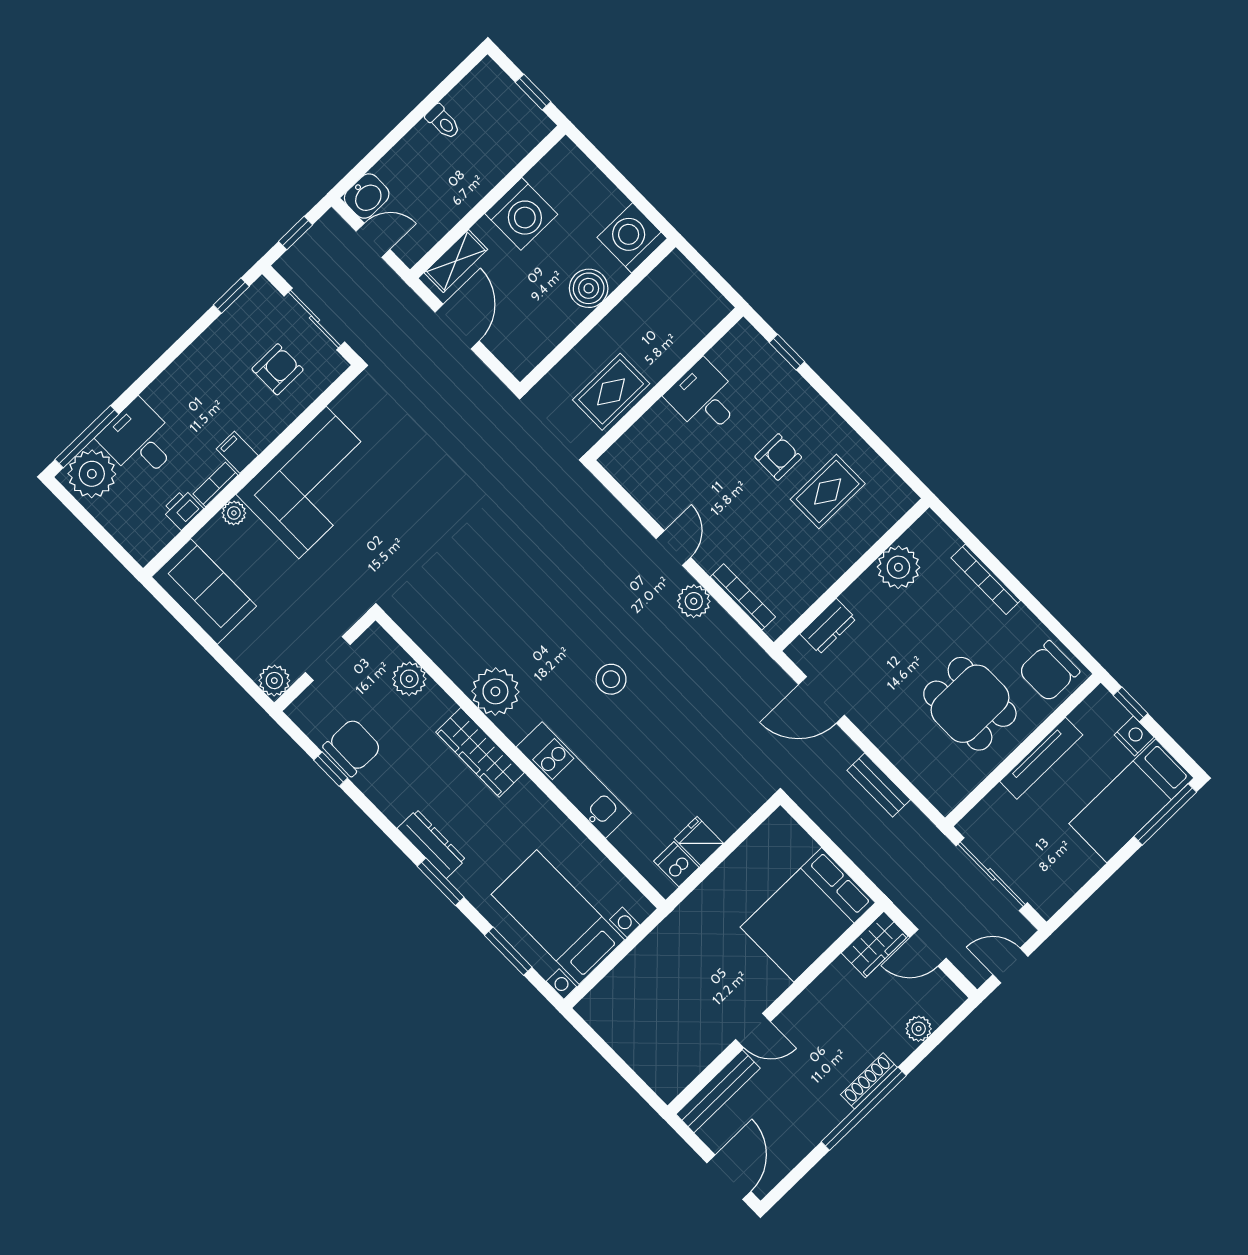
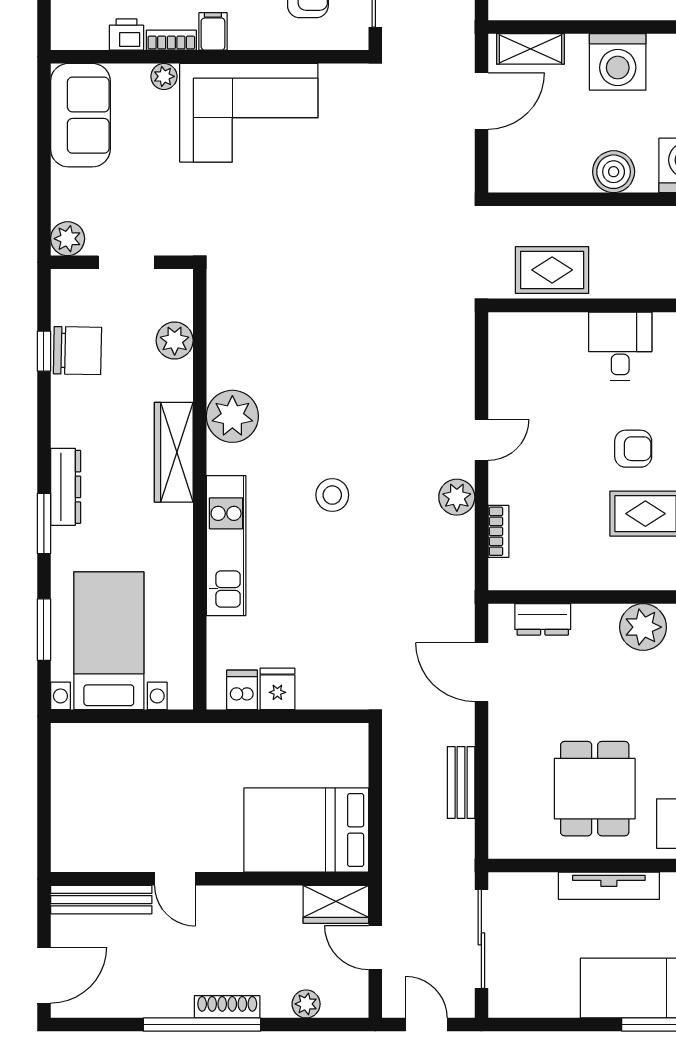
bookcase: (743, 597) -> (498, 531), width x0.64

